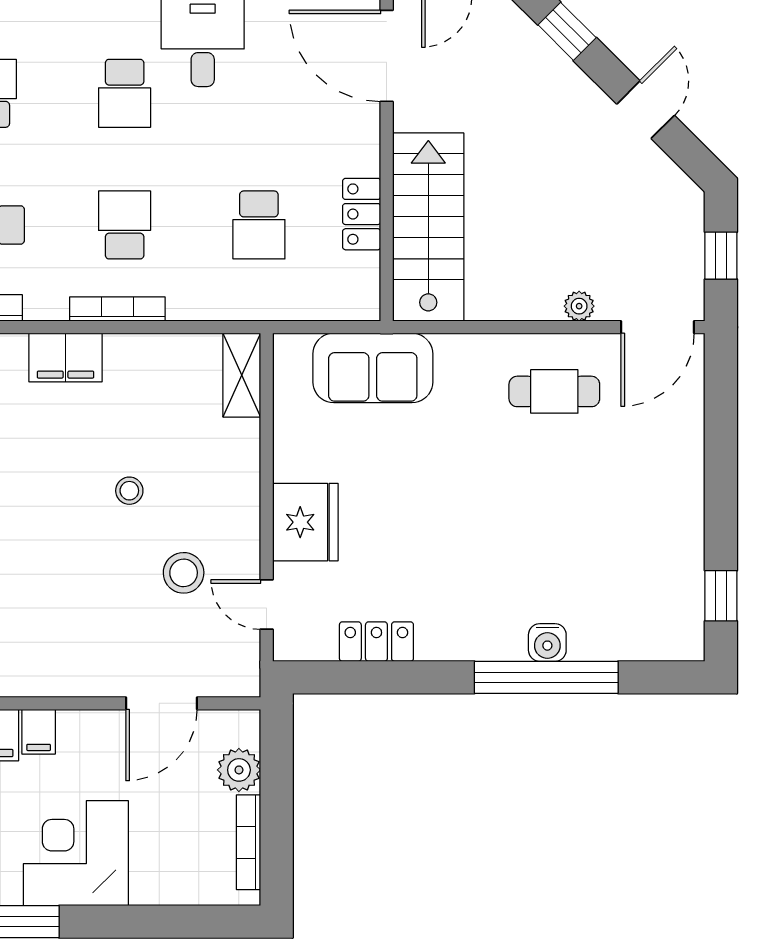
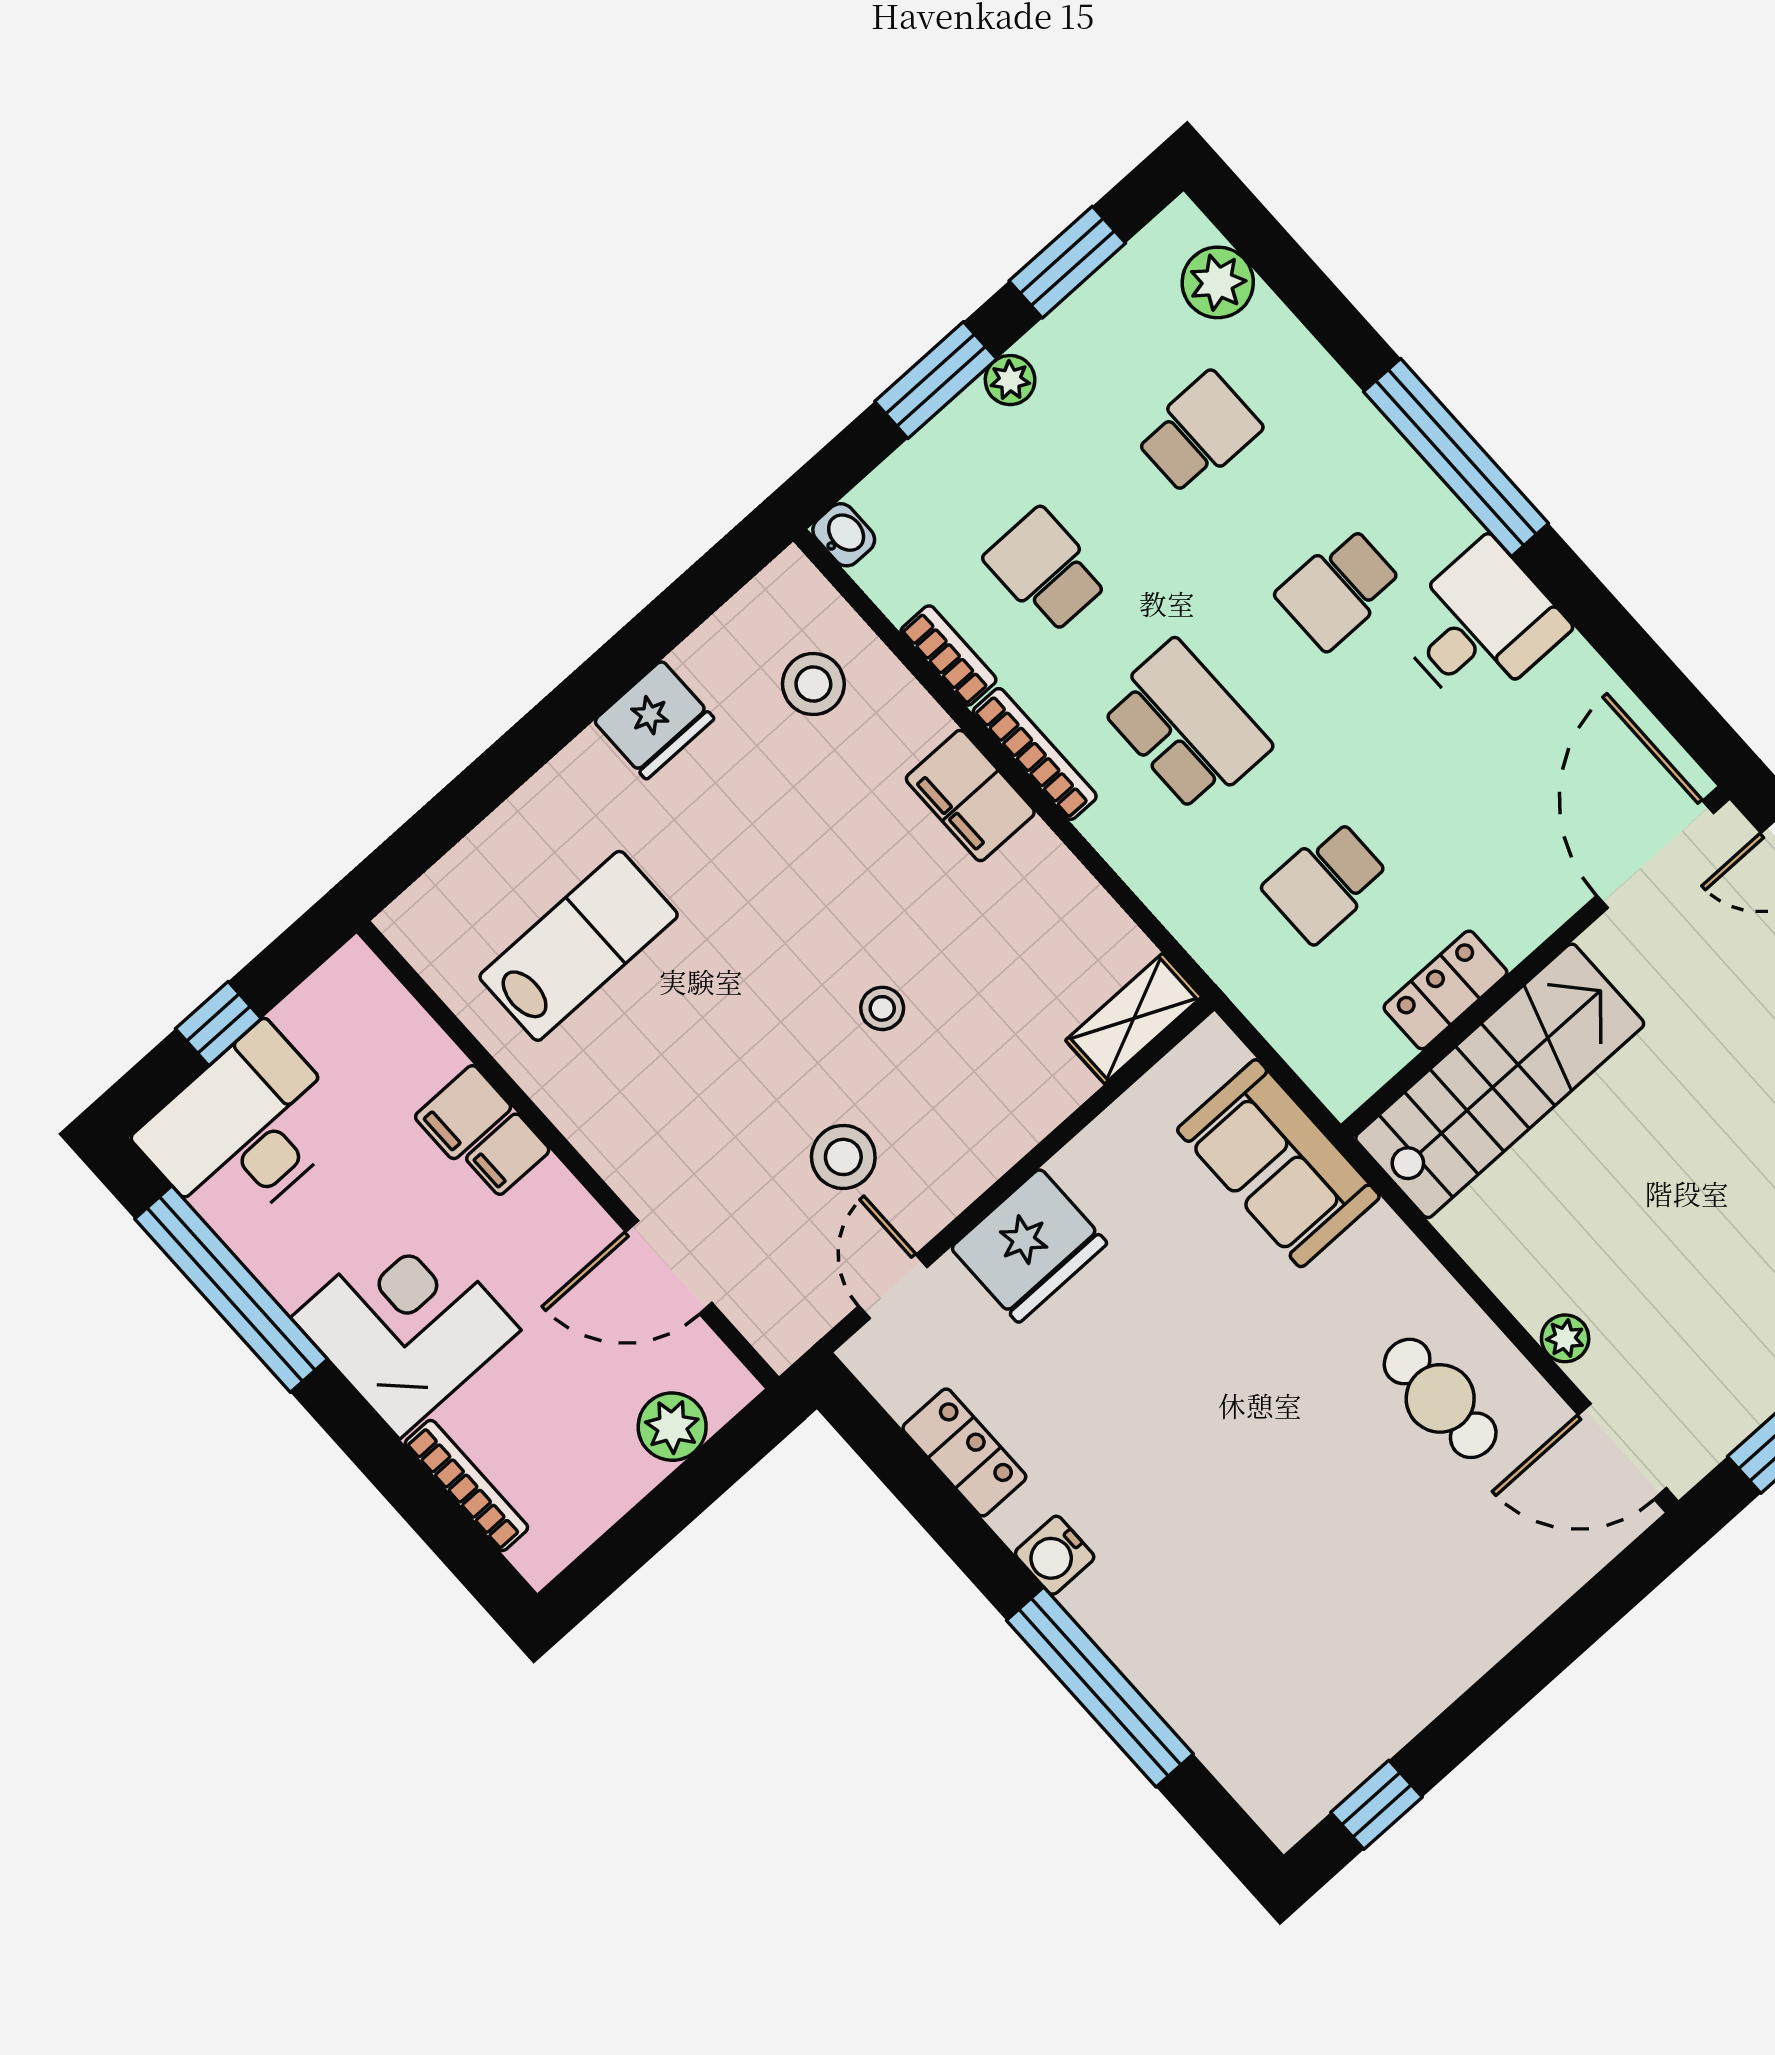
school desk: (125, 225) -> (1186, 726), width x1.85
bookcase: (117, 309) -> (1035, 754), moved
water cooler: (547, 643) -> (1055, 1555), moved
bookcase: (249, 842) -> (466, 1486), moved, turned 90

